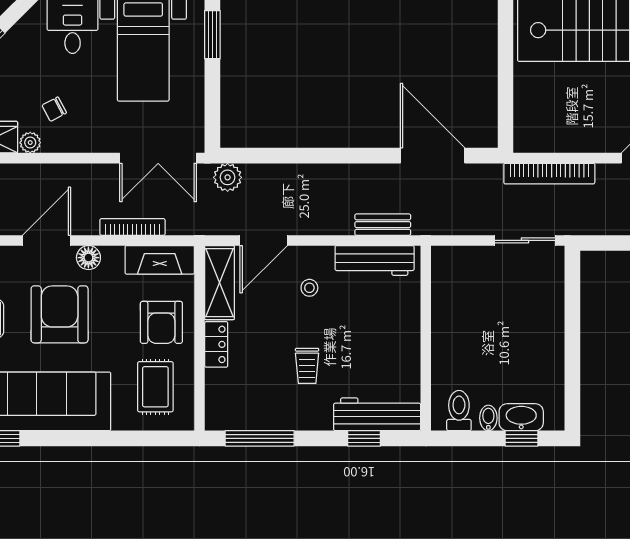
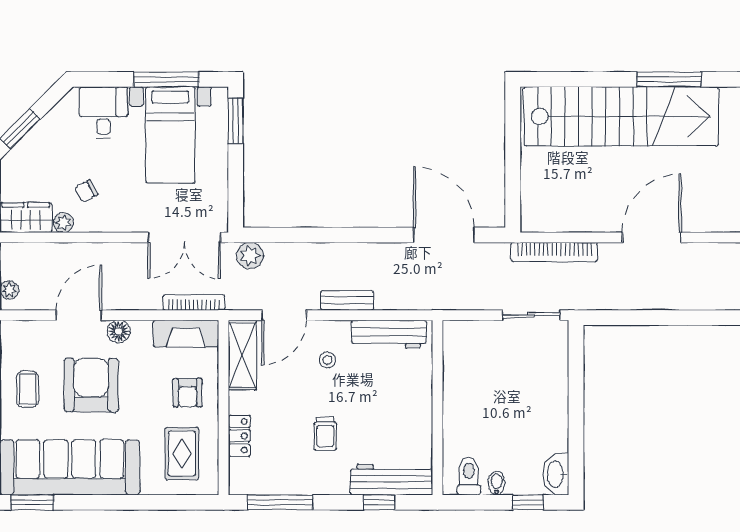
bench: (383, 225) -> (347, 300), moved
bookcase: (132, 227) -> (194, 302), moved
armchair: (161, 322) -> (188, 393), width x0.72, depth x0.72
locker: (216, 344) -> (239, 436), moved
washbasin: (521, 417) -> (556, 474), moved, turned -90

